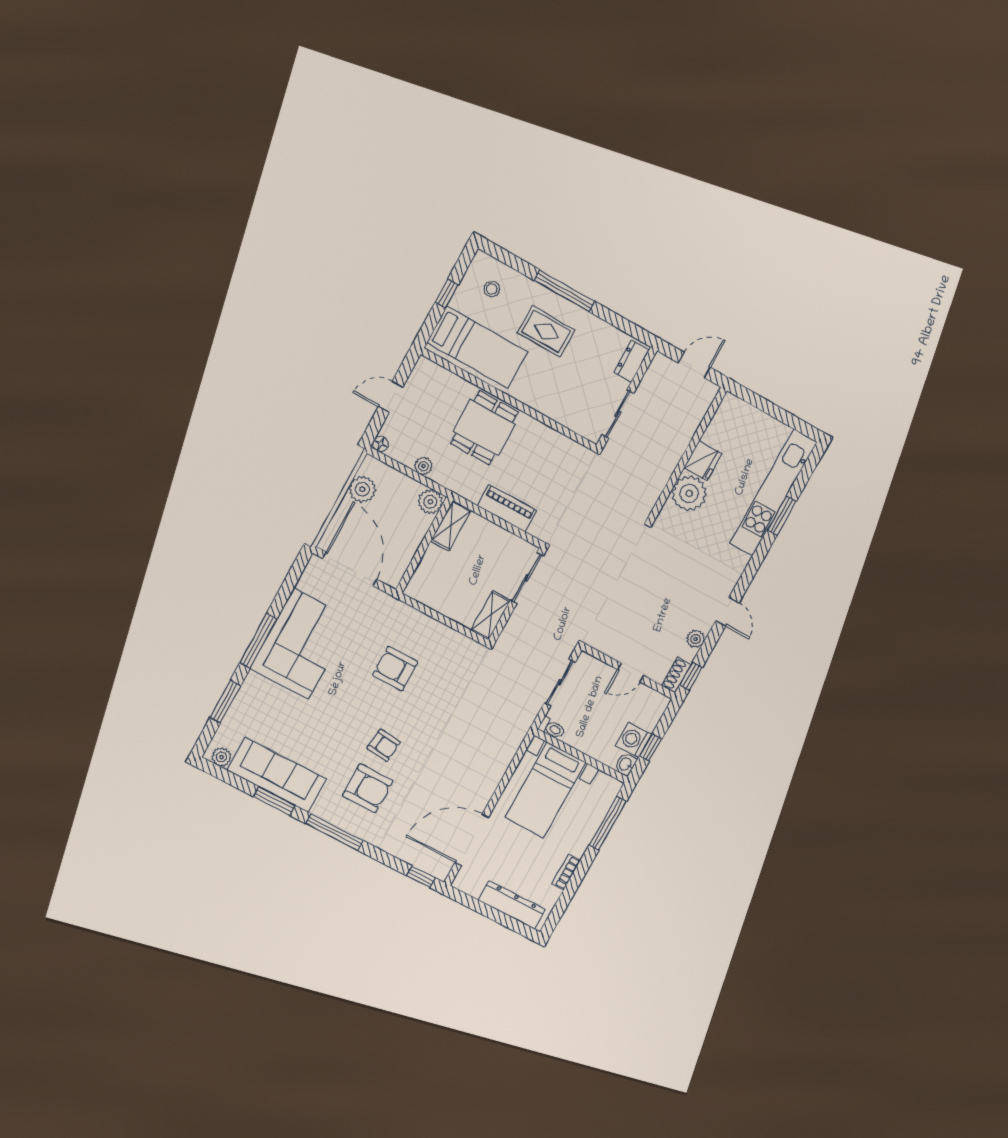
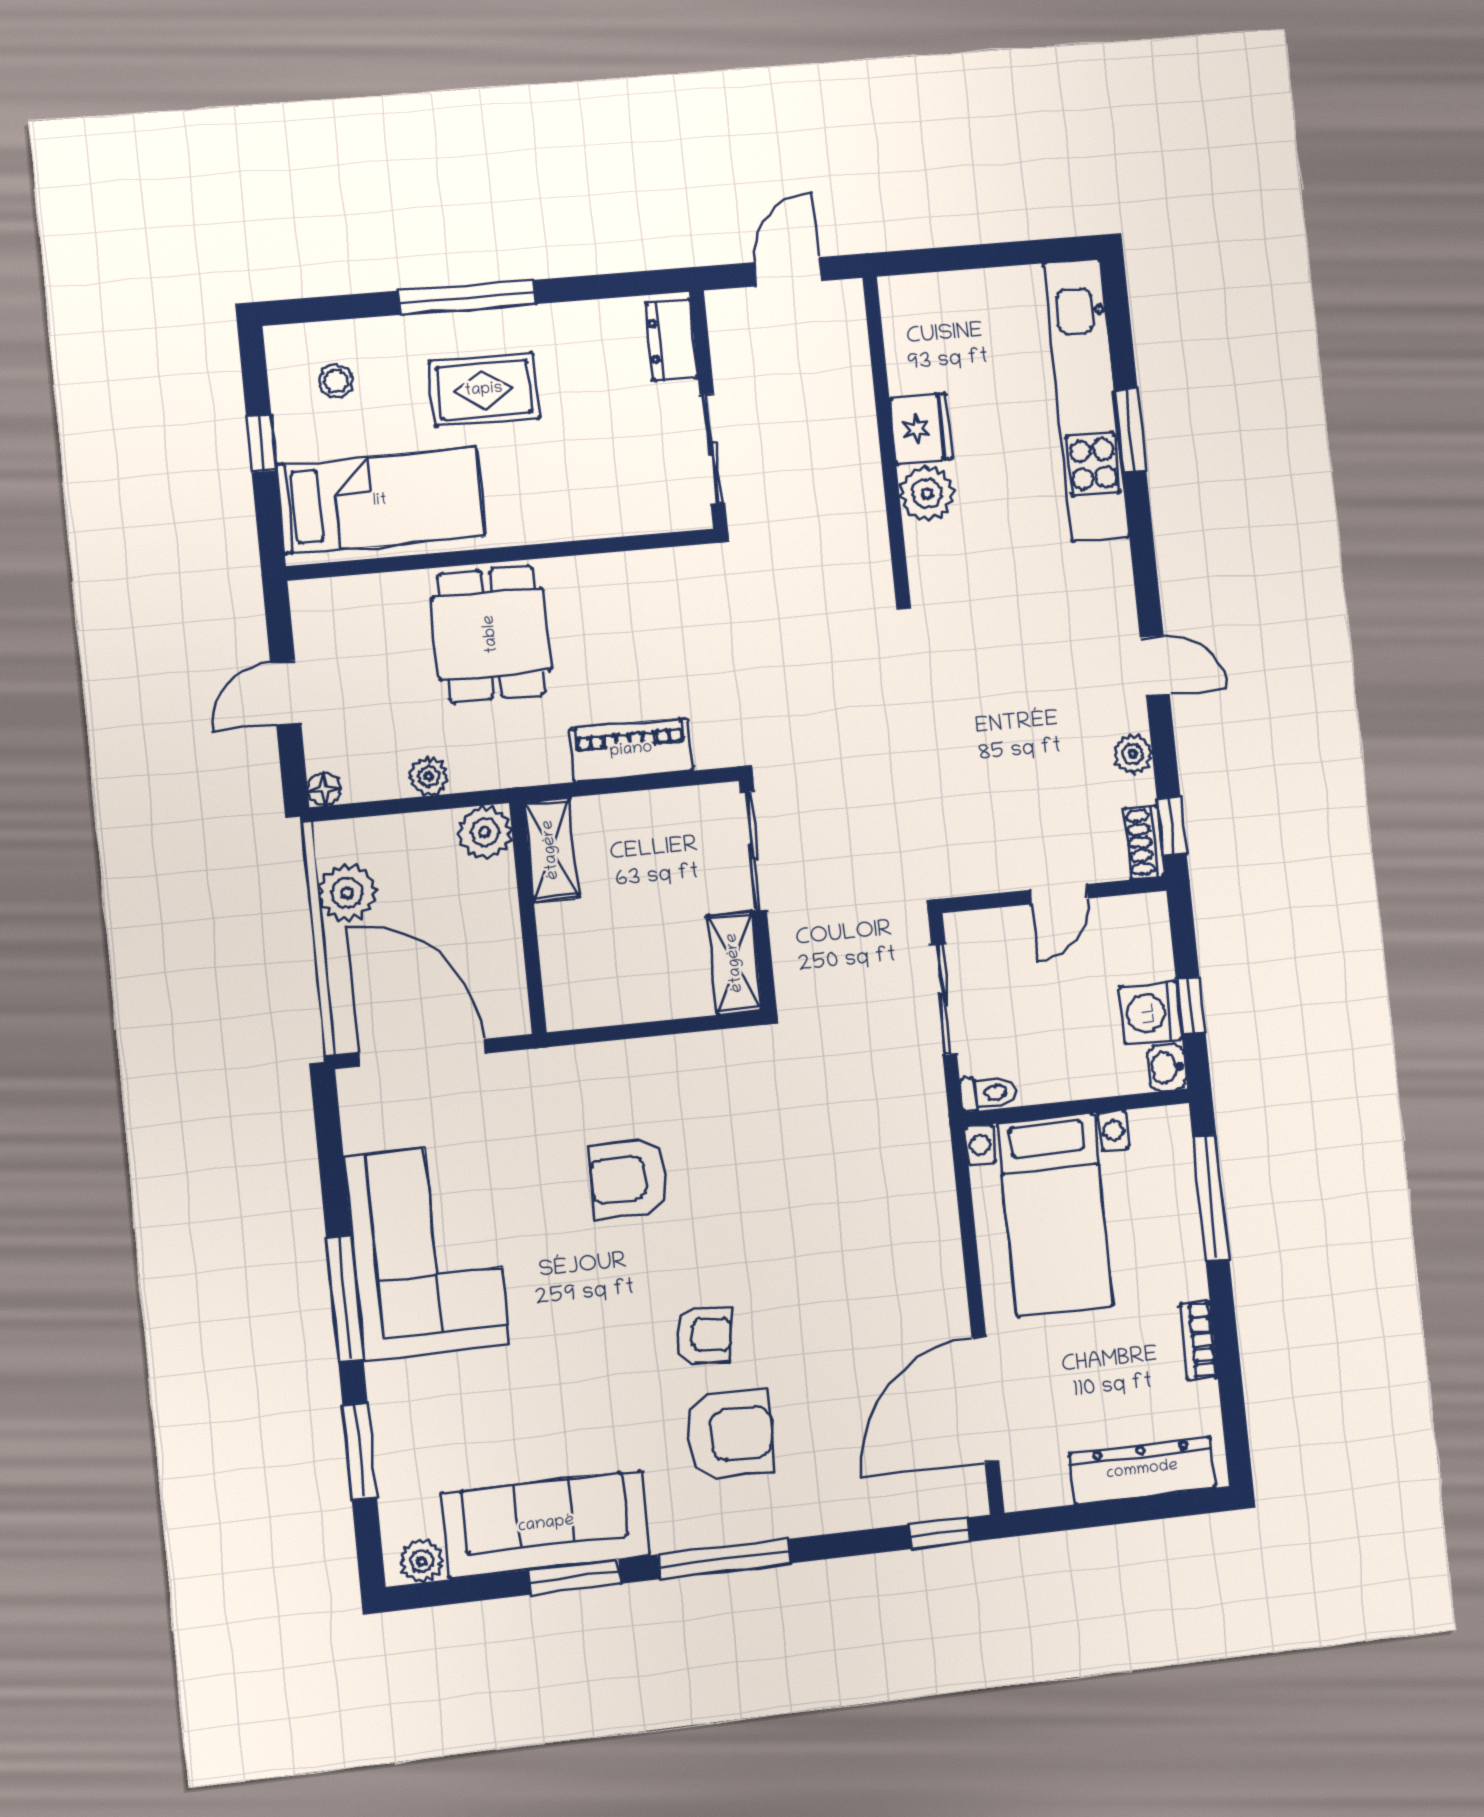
plant: (689, 493) -> (927, 493), width x0.73, depth x0.73

